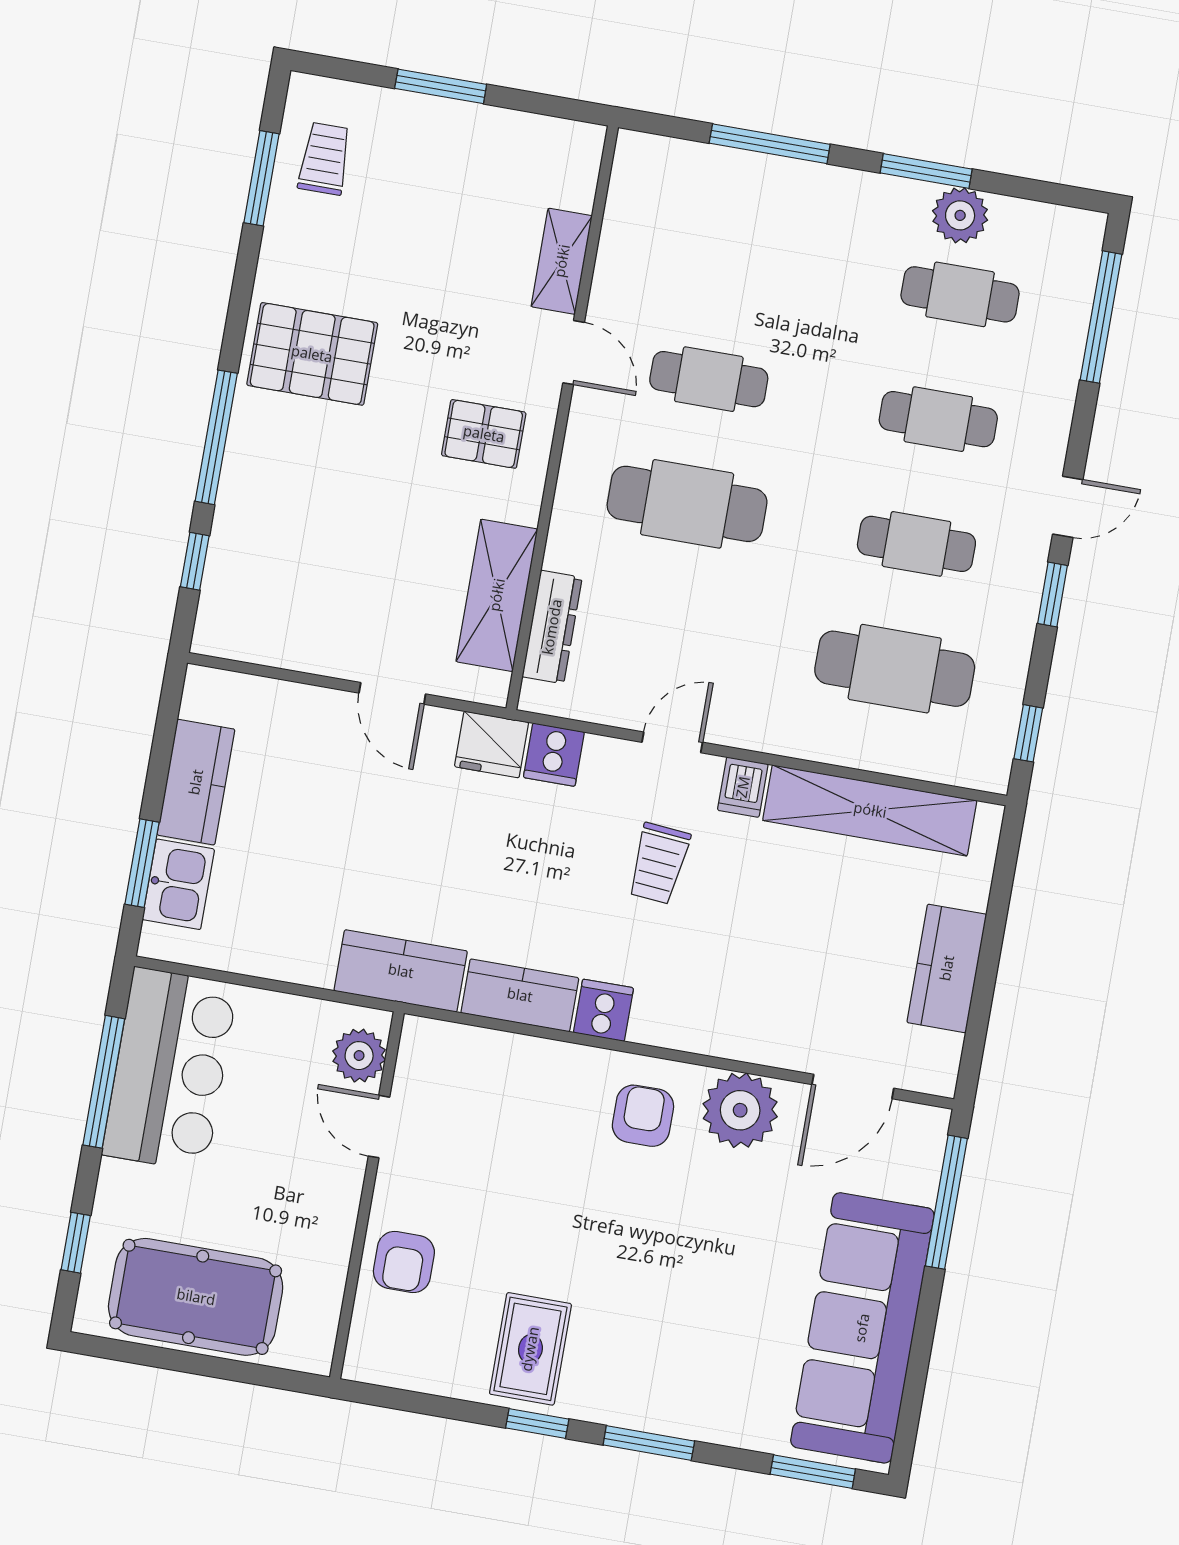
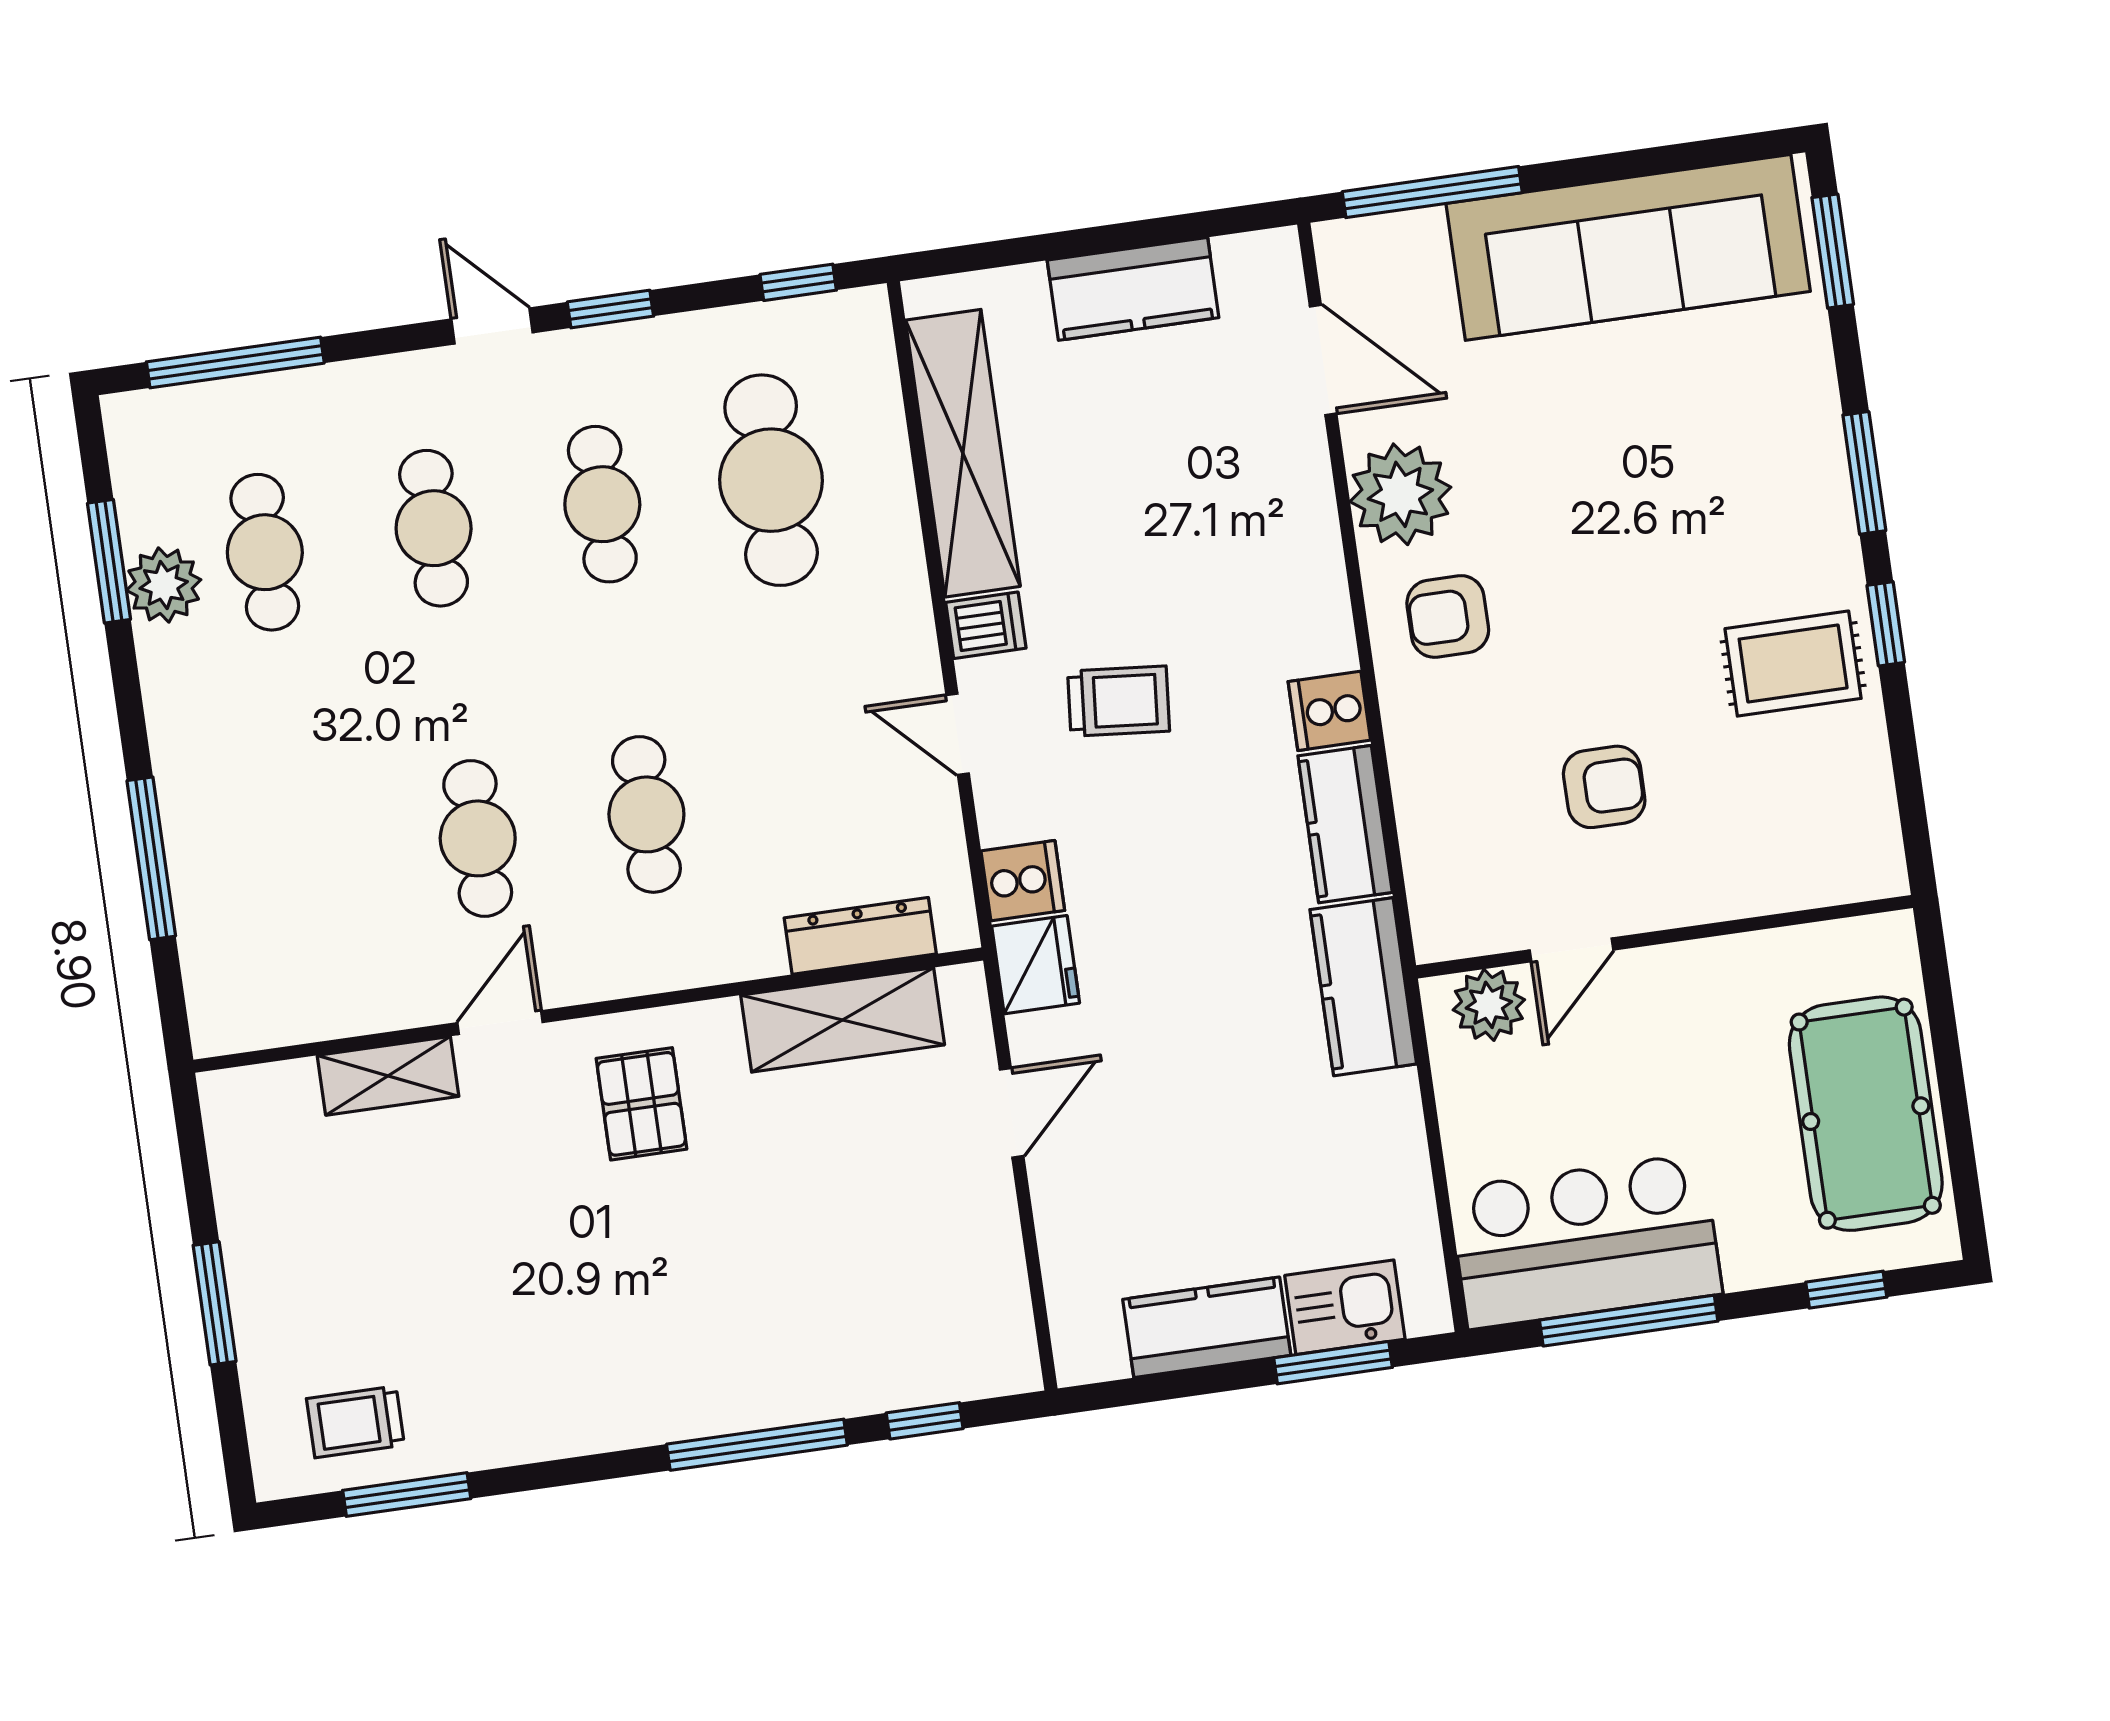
window: (926, 171) -> (109, 561), moved
pallet: (312, 354) -> (610, 1357), removed
cafe table: (687, 504) -> (646, 814), width x0.73, depth x0.74
armchair: (404, 1262) -> (1604, 787), moved

